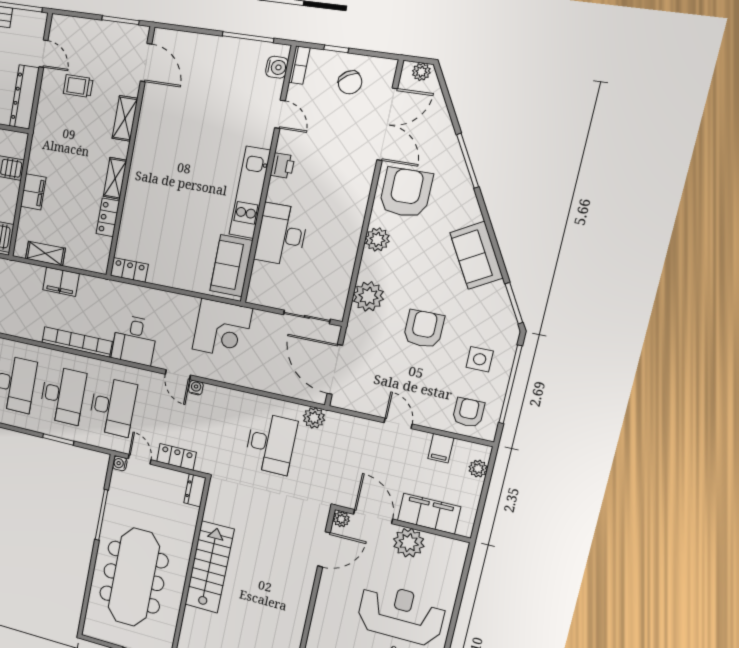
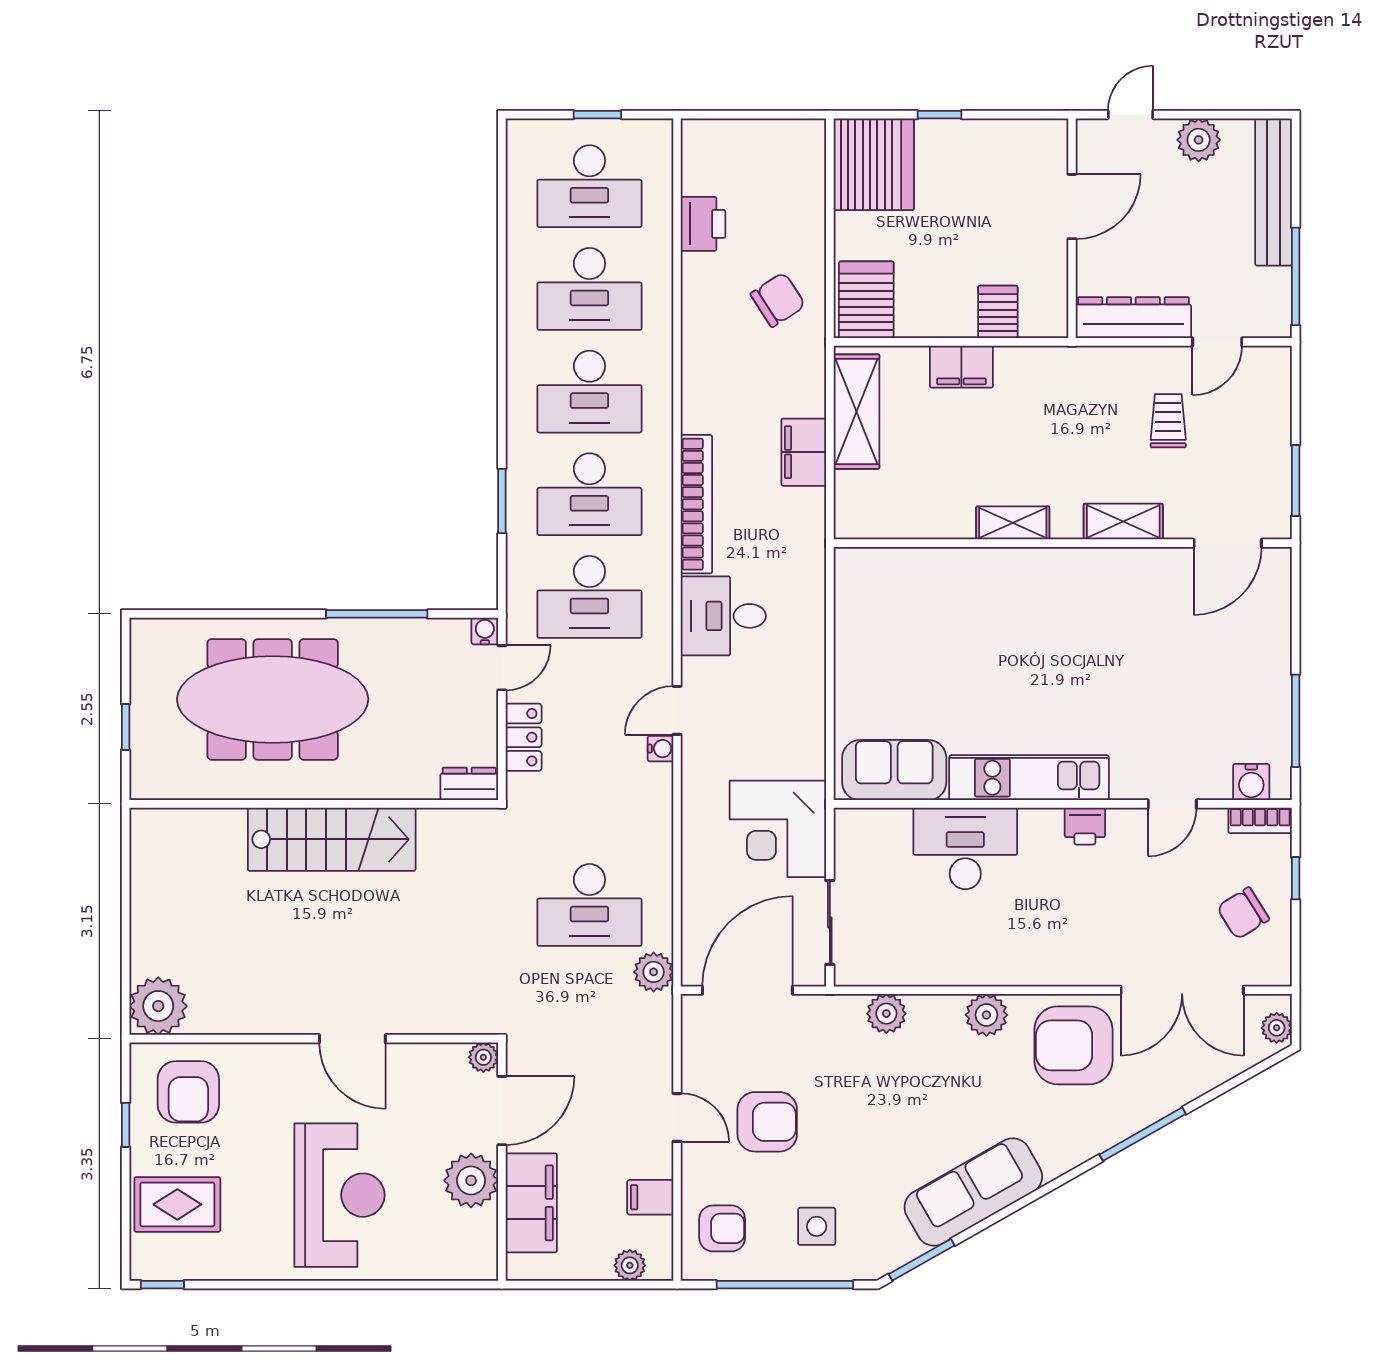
armchair: (406, 193) -> (1073, 1045), turned 180
locker: (108, 217) -> (939, 522), removed
shelving: (45, 253) -> (856, 412), width x1.50, depth x1.33
sofa: (477, 255) -> (973, 1192), width x1.36
locker: (129, 270) -> (851, 581), removed
plant: (368, 296) -> (886, 1014), width x0.73, depth x0.73
corner desk: (222, 329) -> (778, 829), moved
armchair: (424, 329) -> (767, 1122), moved
door: (398, 423) -> (677, 1117), hinge flipped
door: (324, 549) -> (352, 1039), moved

